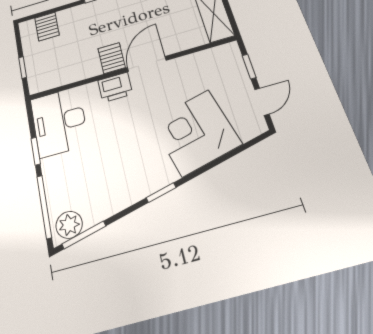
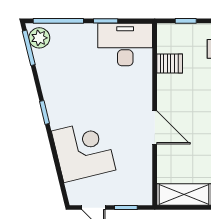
server rack: (112, 58) -> (170, 63), moved
printer: (115, 87) -> (142, 97), removed

